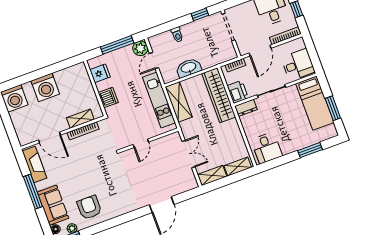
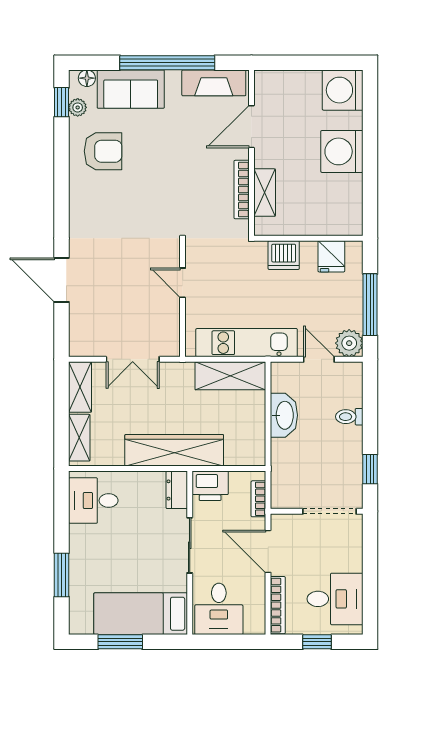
wardrobe: (219, 95) -> (174, 450), moved
window: (33, 192) -> (167, 63), width x1.46

